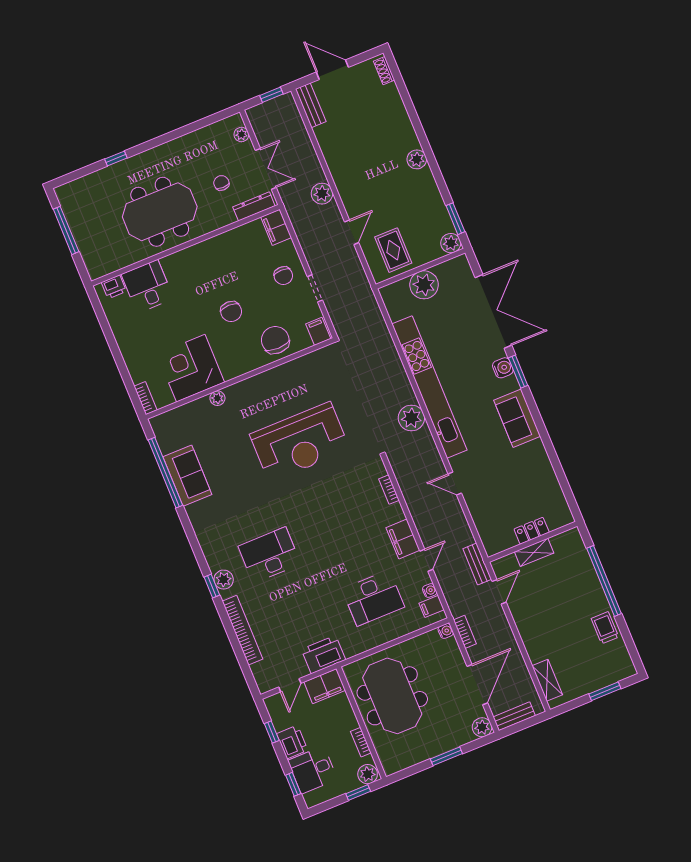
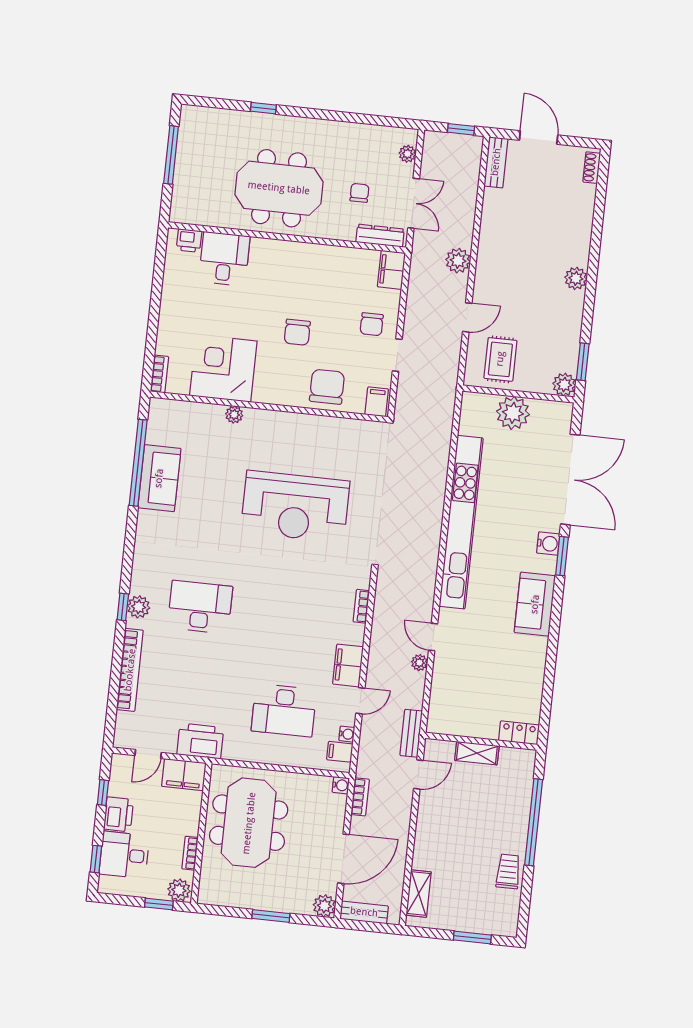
plant: (411, 418) -> (419, 663), moved, width x0.53, depth x0.53
locker: (532, 531) -> (519, 733), moved

